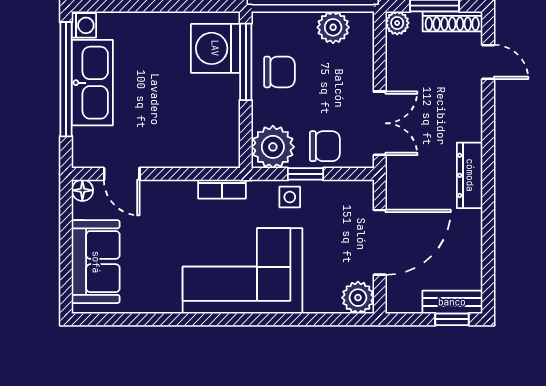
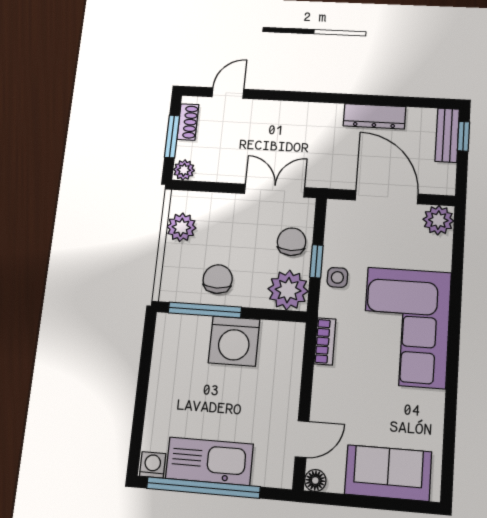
shoe rack: (452, 21) -> (188, 122), width x0.70
washing machine: (215, 48) -> (234, 341), moved
dresser: (470, 175) -> (374, 116), moved

